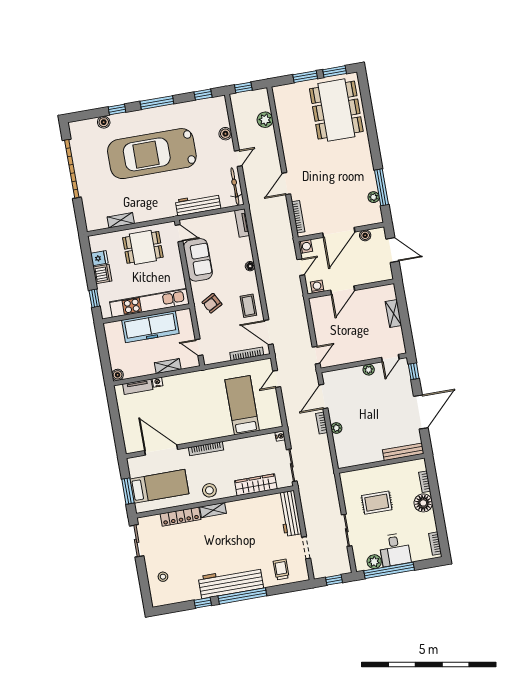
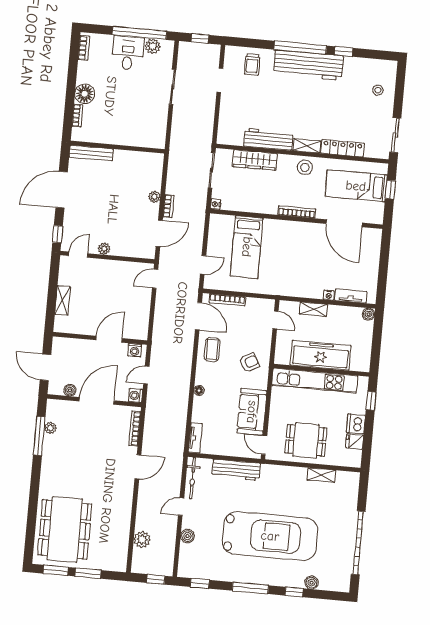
window: (128, 491) -> (390, 190), width x0.67
rug: (377, 503) -> (133, 107), removed
workbench: (290, 513) -> (268, 139), moved, turned -90

